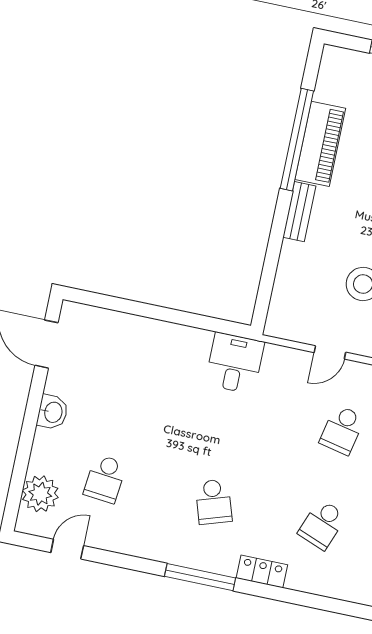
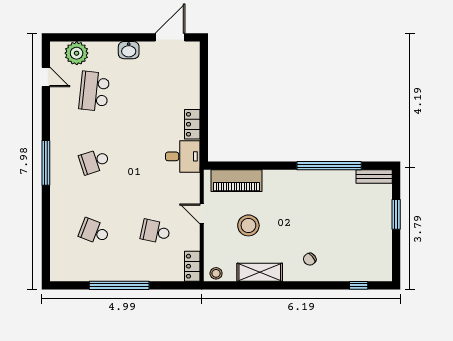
piano: (320, 144) -> (237, 181), moved
bench: (299, 212) -> (374, 177), moved
school desk: (105, 479) -> (94, 91), width x1.85
locker: (262, 571) -> (192, 124), moved, turned 180

